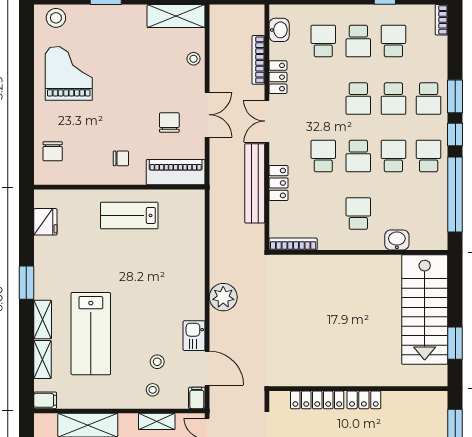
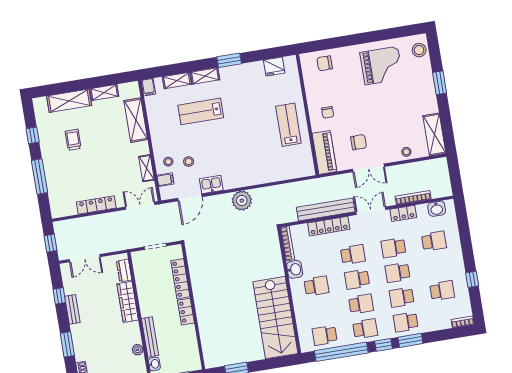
school desk: (358, 41) -> (393, 248), moved
locker: (279, 183) -> (329, 226), width x1.53
school desk: (429, 214) -> (325, 335), added
washbasin: (397, 240) -> (295, 269), moved
stairs: (425, 310) -> (275, 318), moved, turned -90
lab bench: (91, 334) -> (201, 111), width x0.73, depth x0.72
filing cabinet: (197, 398) -> (165, 180), moved

